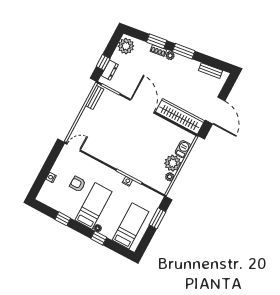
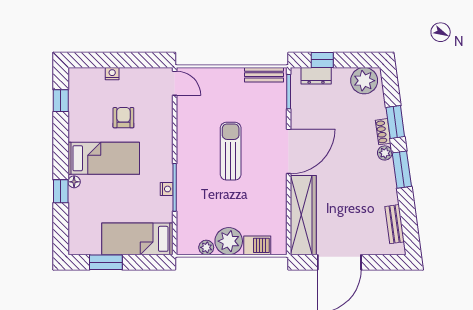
sun lounger: (126, 137) -> (231, 151), added
window: (157, 218) -> (106, 262), moved
window: (63, 219) -> (61, 101), moved
bed: (131, 226) -> (137, 239), moved, turned 180

